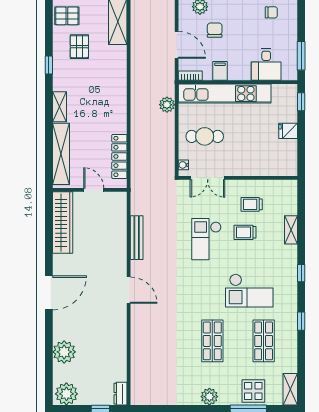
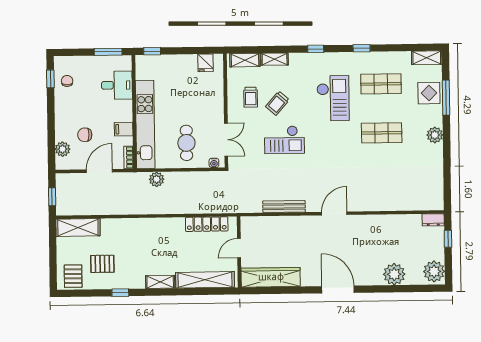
fridge: (288, 131) -> (205, 63), moved
shelving: (290, 199) -> (245, 60), added
trolley: (245, 232) -> (277, 103), turned 41

